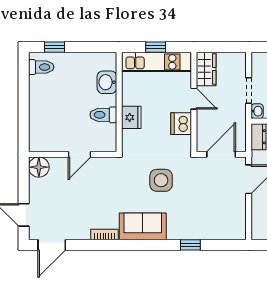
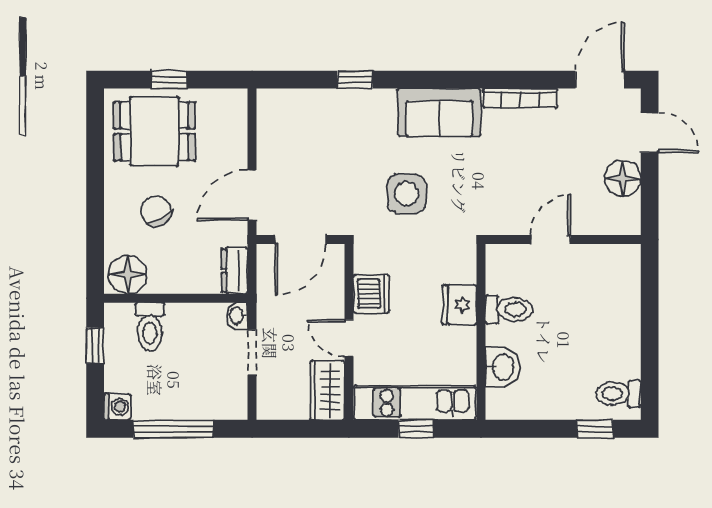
floor lamp: (39, 167) -> (623, 179), moved
bookcase: (104, 234) -> (520, 98), width x1.56

